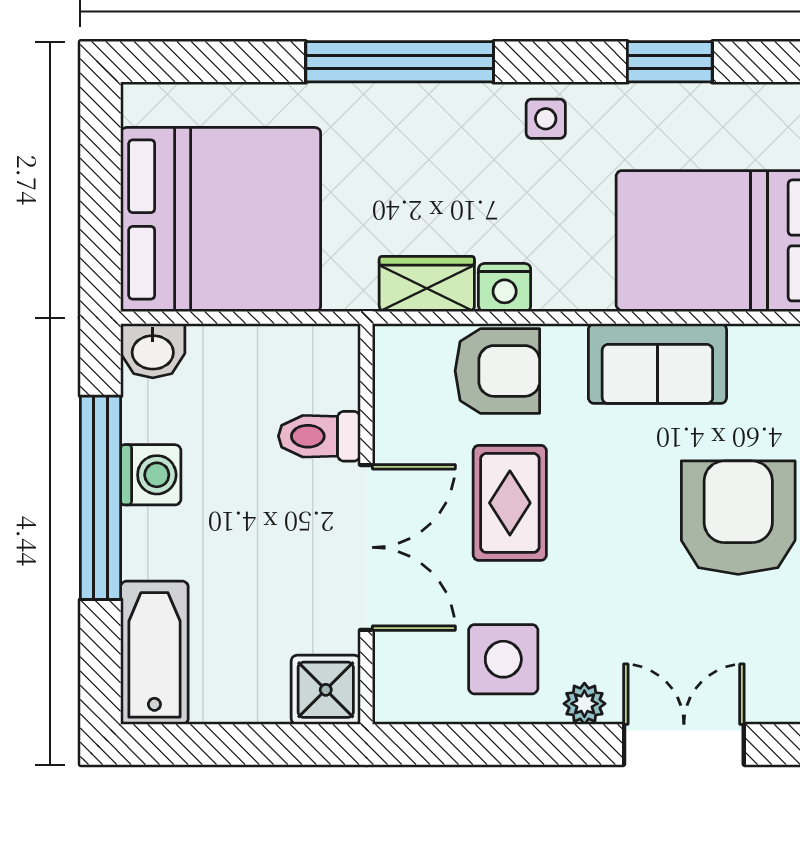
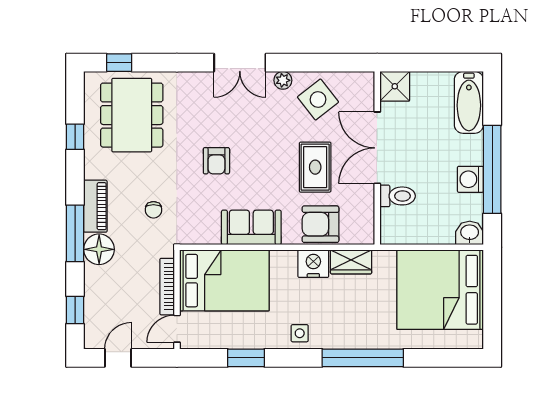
nightstand: (505, 288) -> (313, 264), width x1.36, depth x1.33
armchair: (738, 518) -> (216, 161), width x0.53, depth x0.53
side table: (503, 659) -> (318, 100), turned -38

